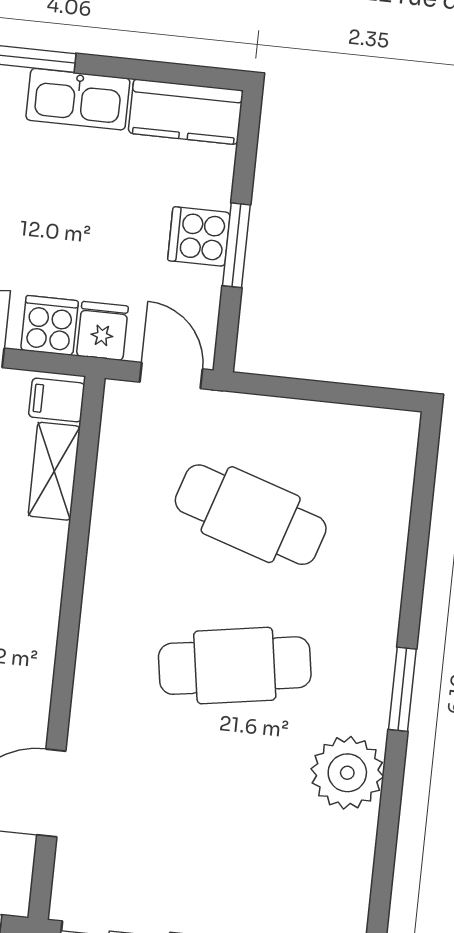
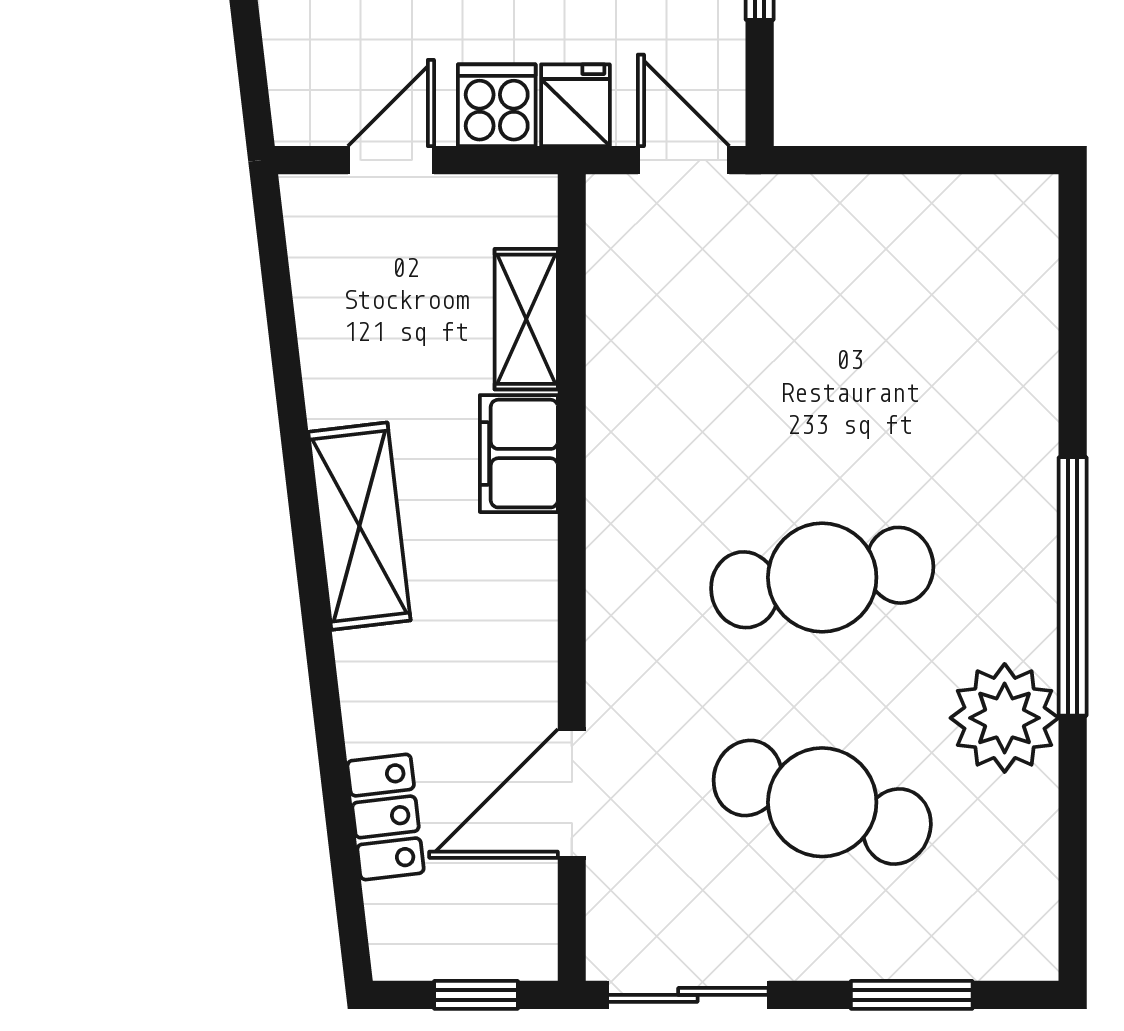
filing cabinet: (57, 400) -> (519, 454), moved, width x2.00
cafe table: (251, 515) -> (822, 802), moved
window: (402, 689) -> (1073, 586), width x2.11

